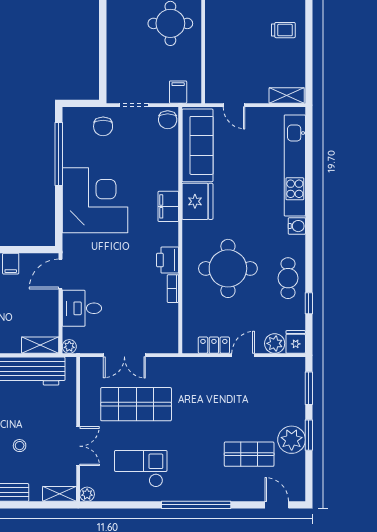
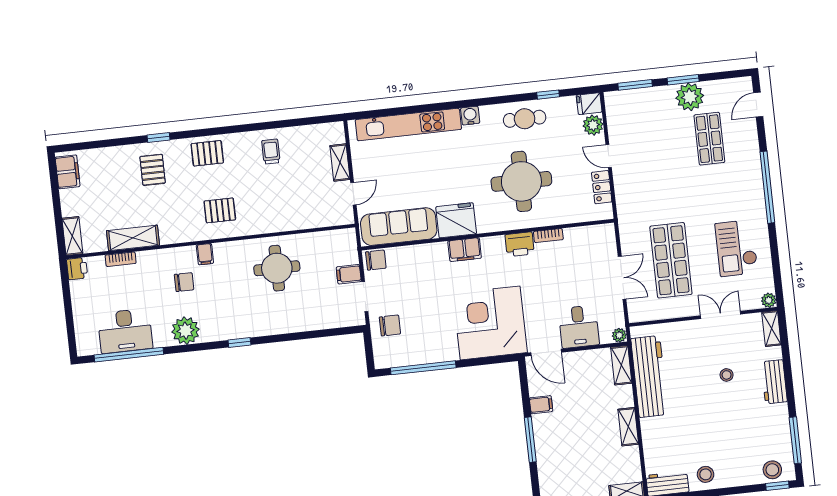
filing cabinet: (178, 92) -> (349, 274), moved
shelving: (287, 96) -> (340, 163), moved
corner desk: (95, 200) -> (490, 323), moved

